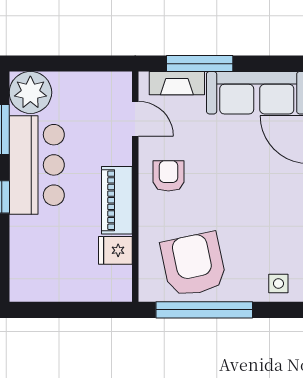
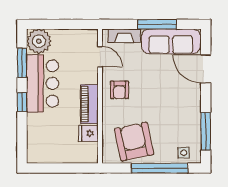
window: (200, 64) -> (157, 24), moved
armchair: (168, 176) -> (119, 90), turned 180
window: (204, 310) -> (160, 168), moved

